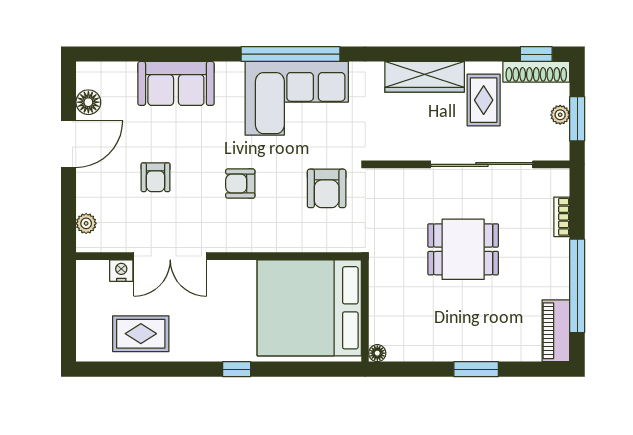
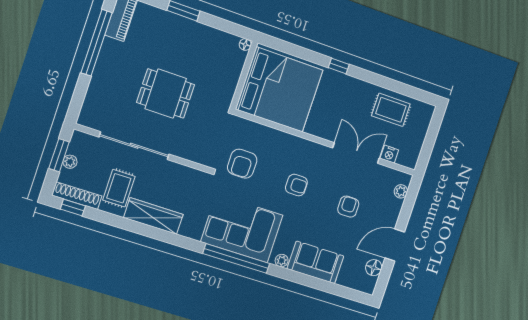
plant: (225, 71) -> (282, 261), added
armchair: (327, 188) -> (242, 164), turned 180
bookcase: (562, 217) -> (92, 93), removed

